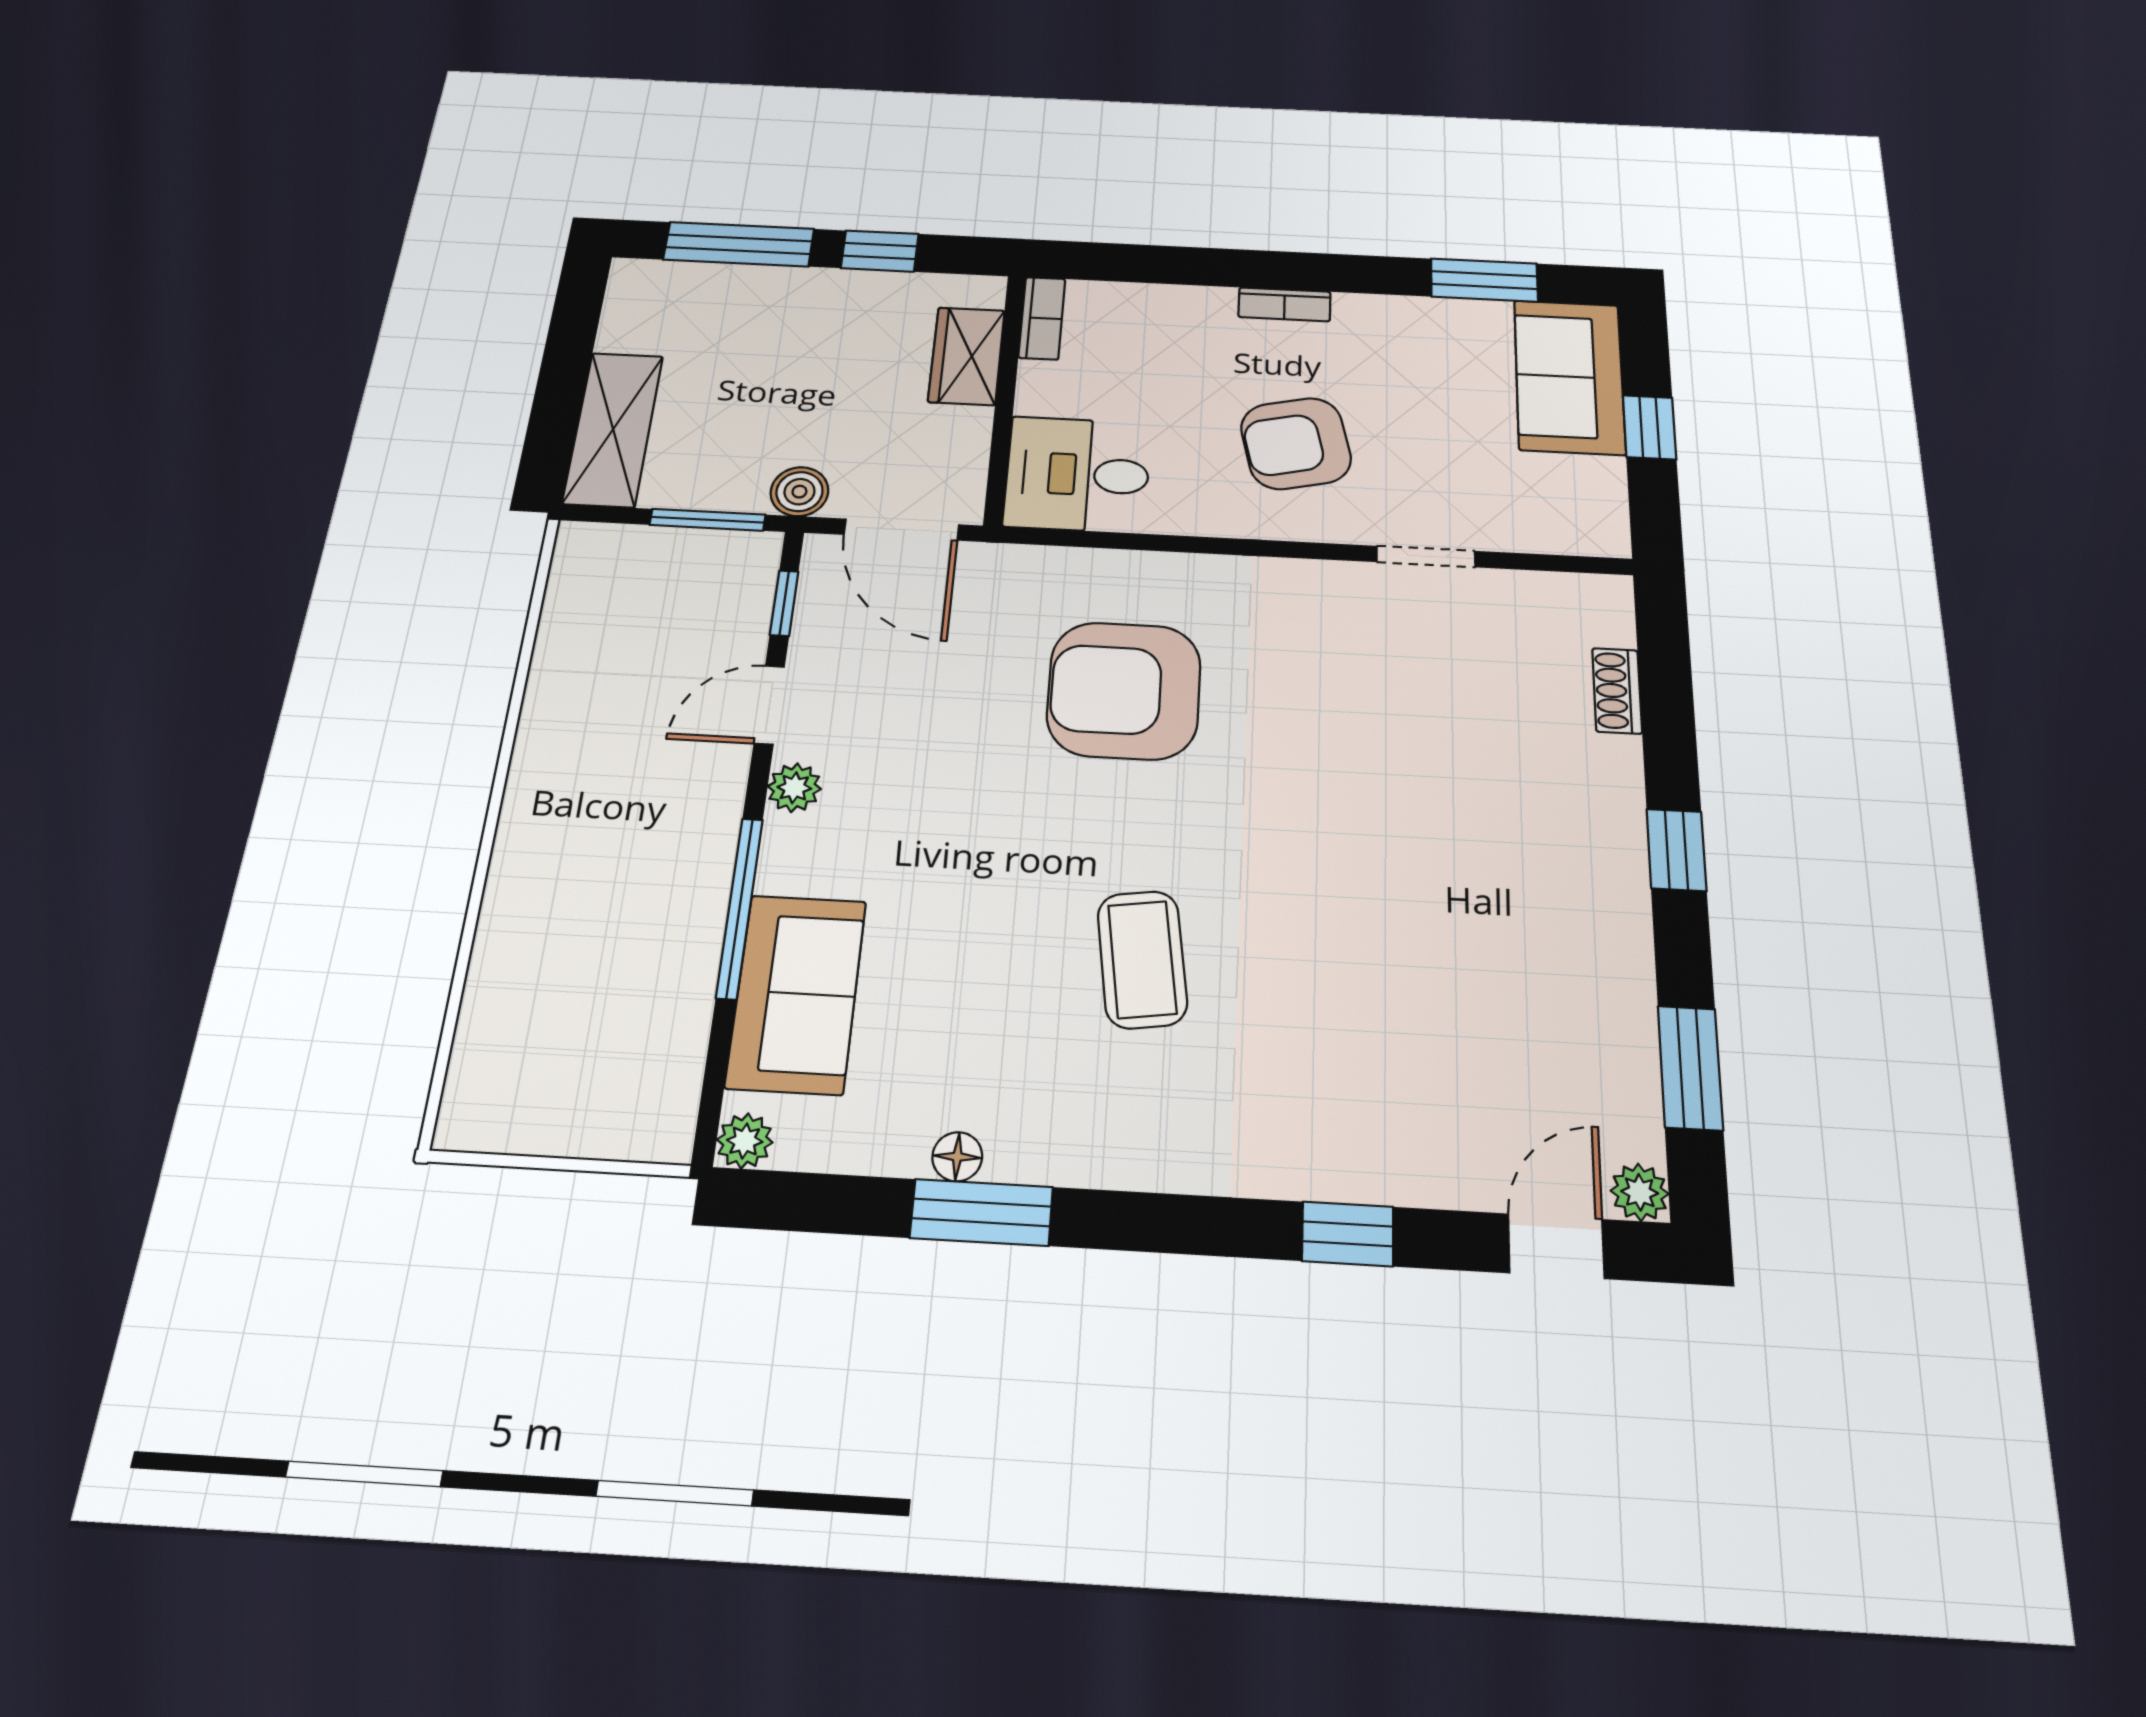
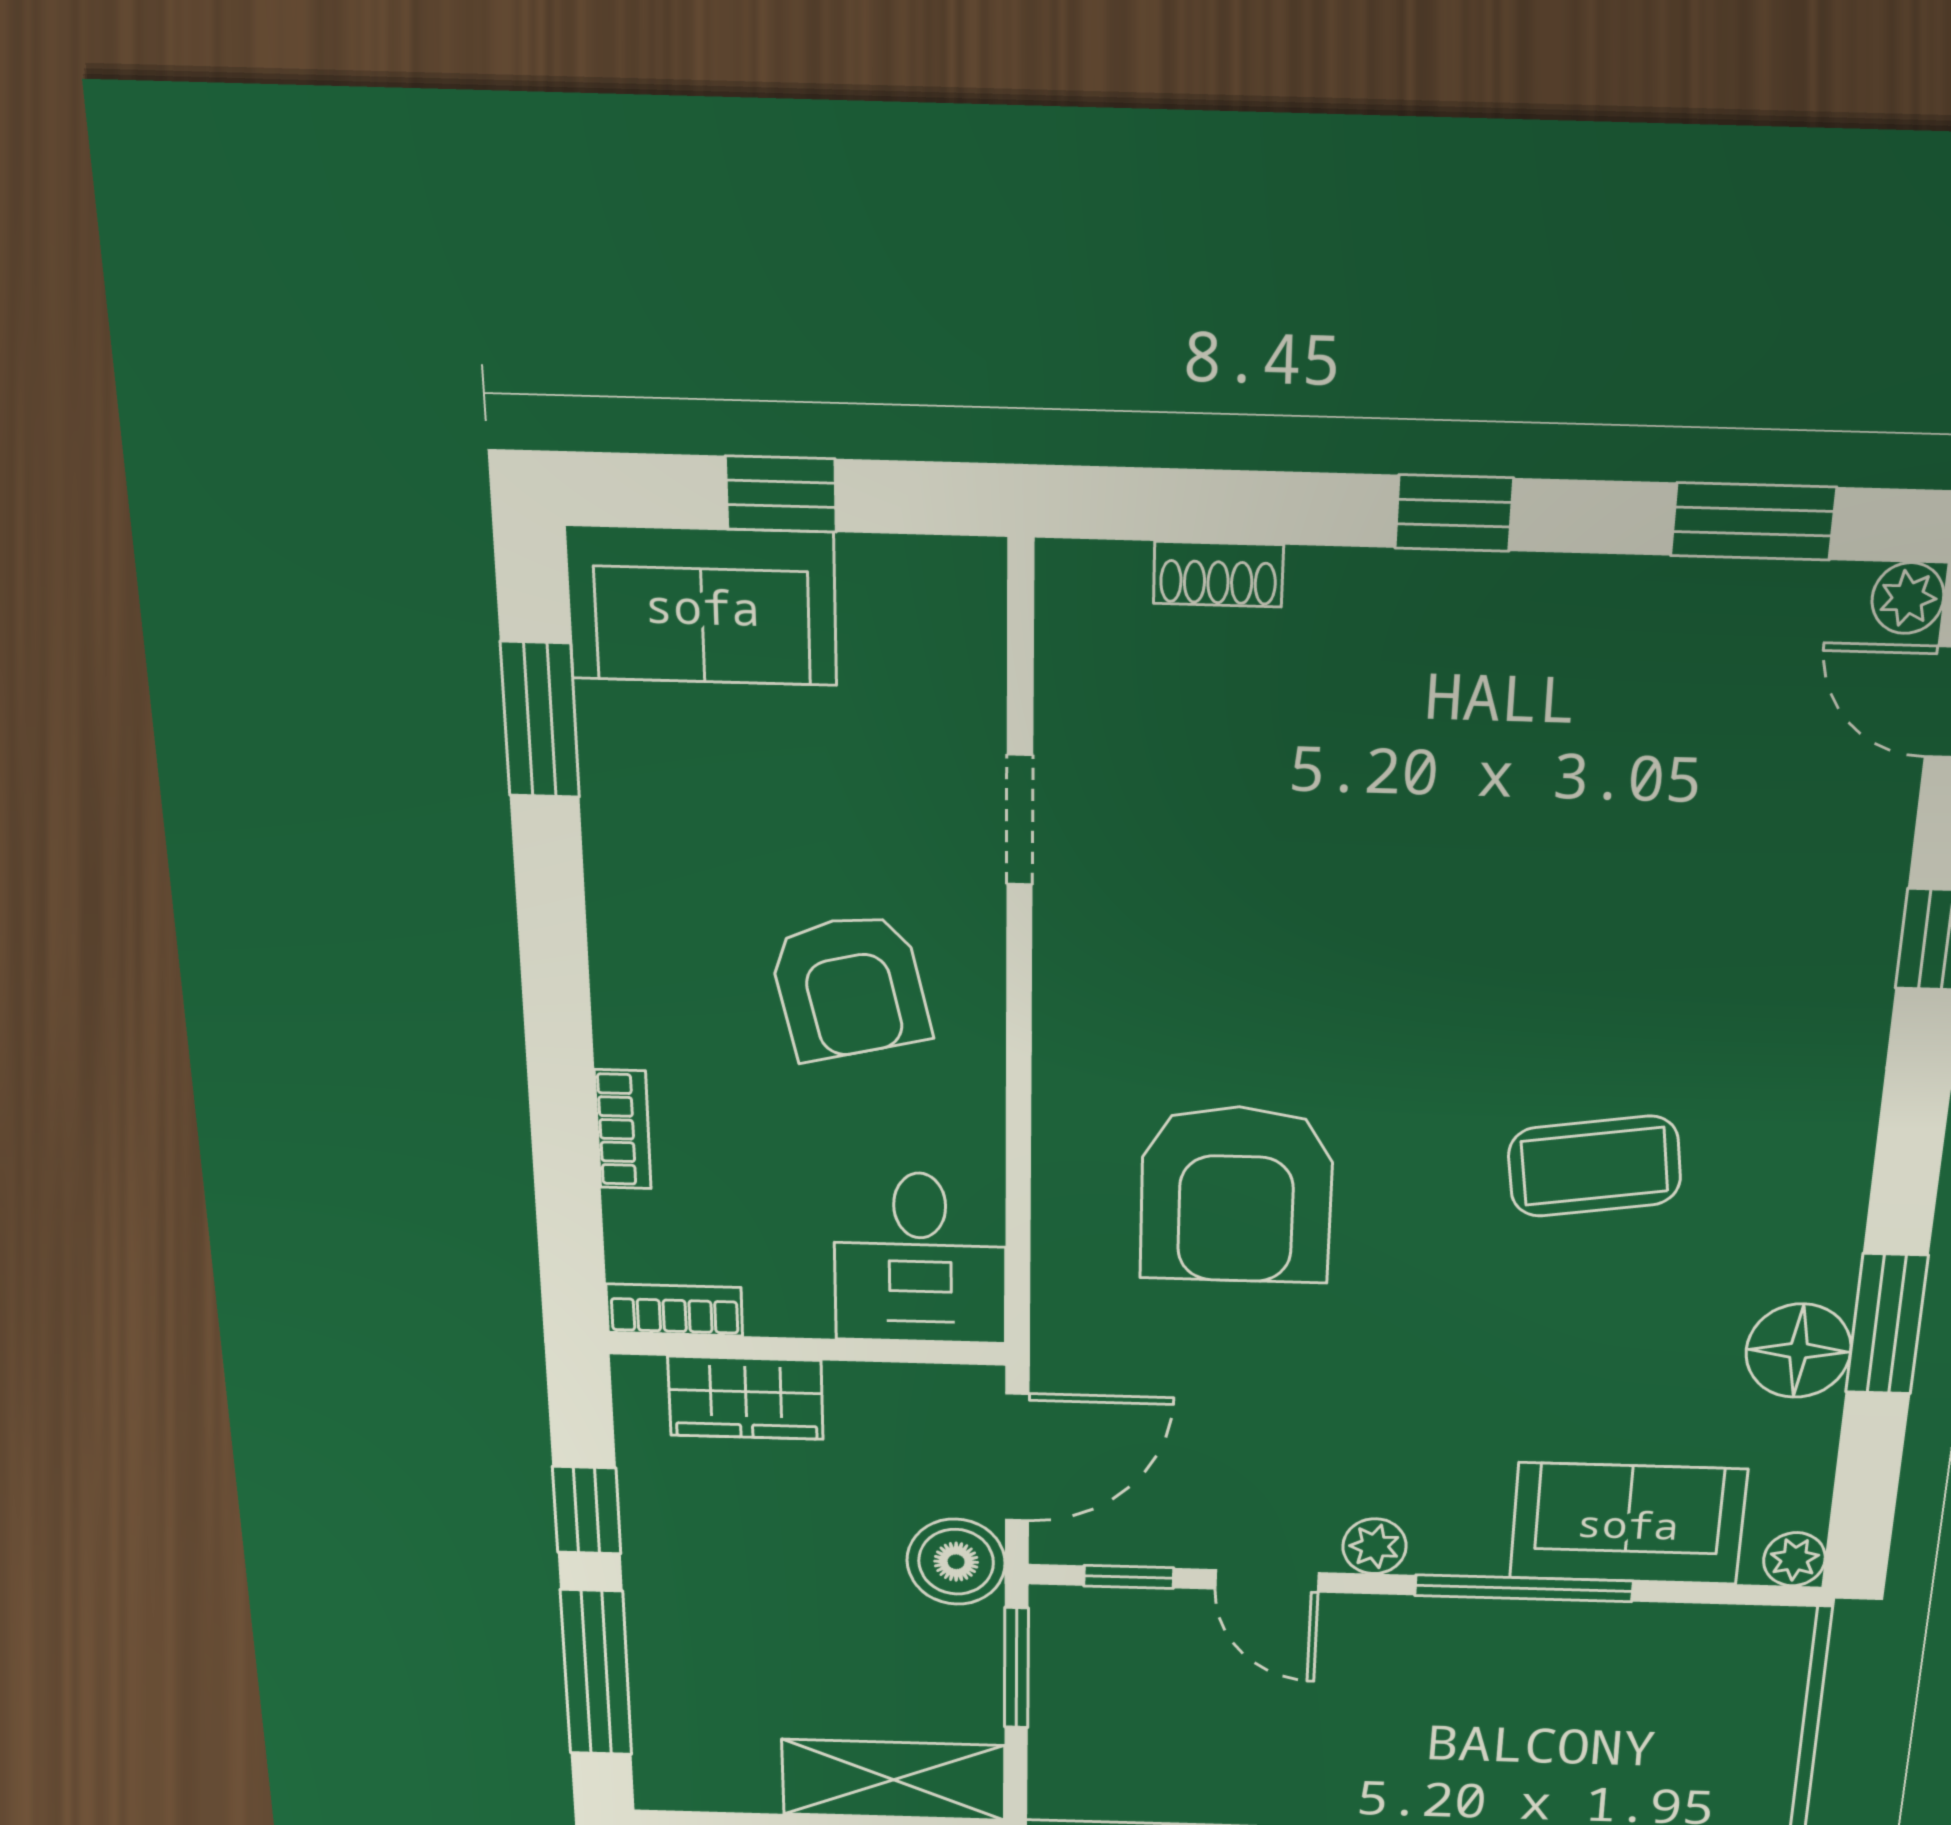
bookcase: (1284, 304) -> (623, 1129), moved
boiler: (799, 492) -> (956, 1562), width x1.36, depth x1.36
floor lamp: (957, 1157) -> (1799, 1351), width x1.89, depth x1.89

